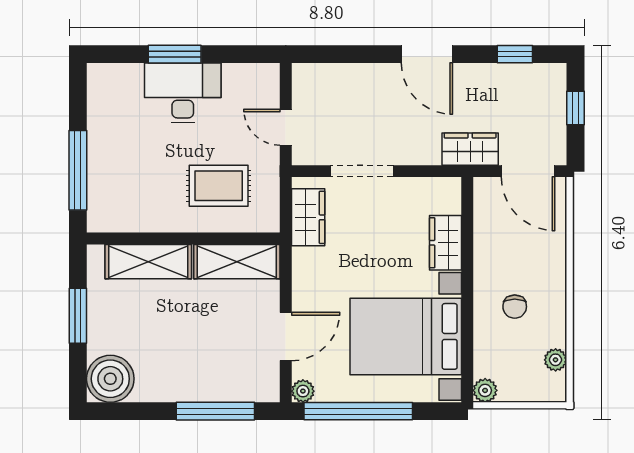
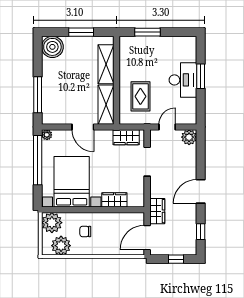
plant: (308, 79) -> (189, 137), added
window: (78, 170) -> (148, 32), width x0.69
door: (286, 336) -> (83, 127), moved
plant: (556, 360) -> (61, 246), width x1.87, depth x1.87
plant: (485, 390) -> (52, 223), width x1.87, depth x1.87

